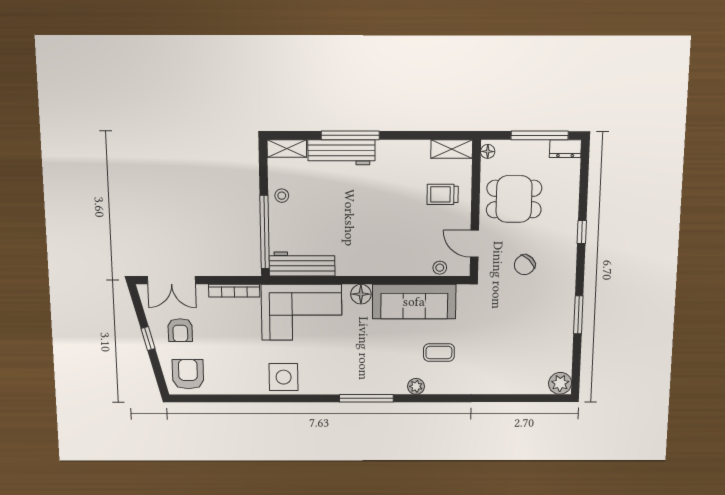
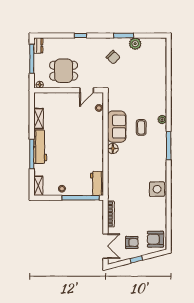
shelving: (452, 149) -> (39, 119), moved
workbench: (341, 152) -> (40, 147), moved
trolley: (443, 194) -> (61, 107), removed
dining table: (514, 199) -> (64, 71), turned 90
workbench: (302, 264) -> (97, 183), width x0.73
chair: (525, 265) -> (113, 57), moved
sofa: (414, 302) -> (117, 127), width x0.73
corner sofa: (302, 312) -> (122, 179), removed
coffee table: (439, 353) -> (141, 127), moved
plant: (560, 383) -> (135, 44), moved

